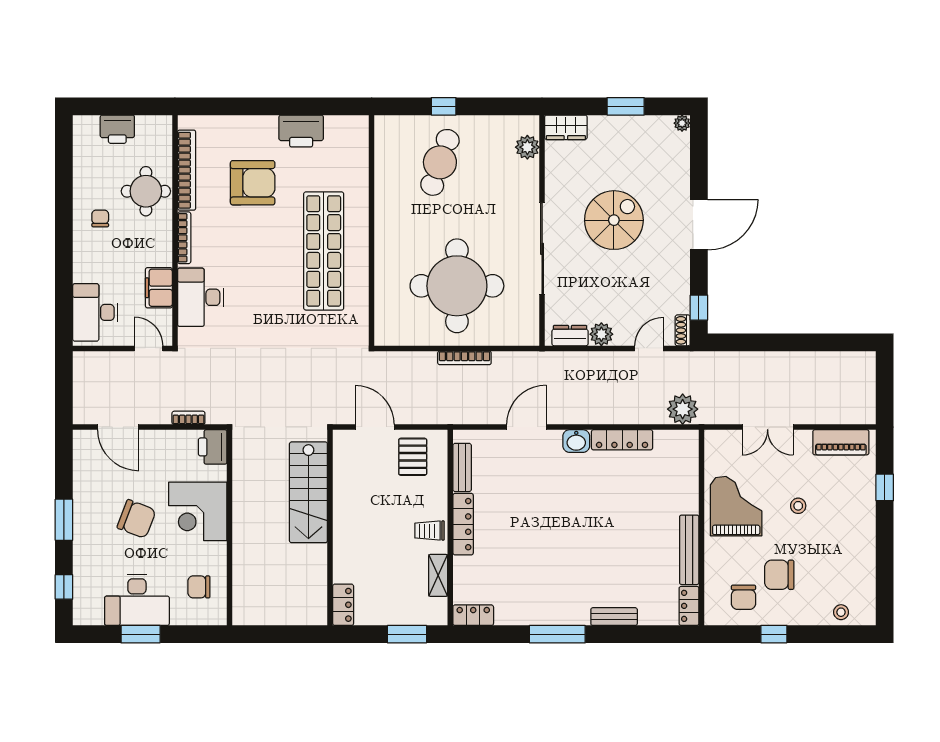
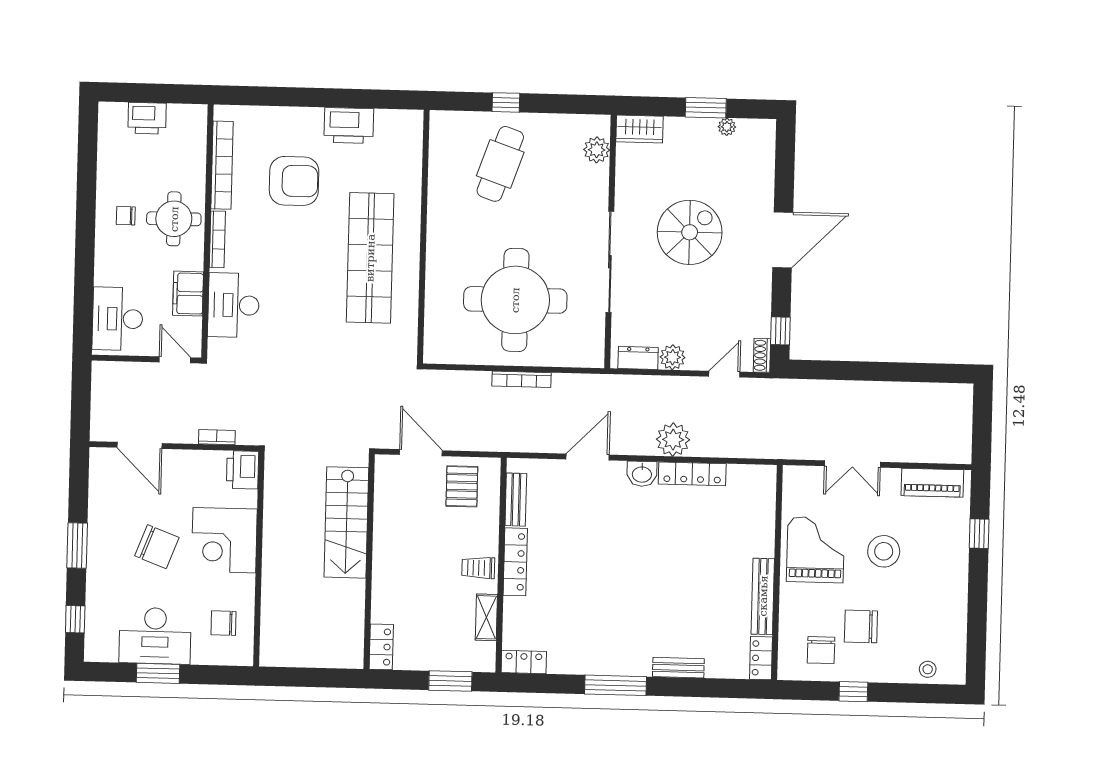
plant: (682, 123) -> (727, 127), moved
round table: (146, 191) -> (174, 219), moved
chair: (100, 218) -> (126, 216), turned -90
plant: (683, 409) -> (673, 440), moved
stool: (798, 506) -> (884, 551), width x1.89, depth x1.89

